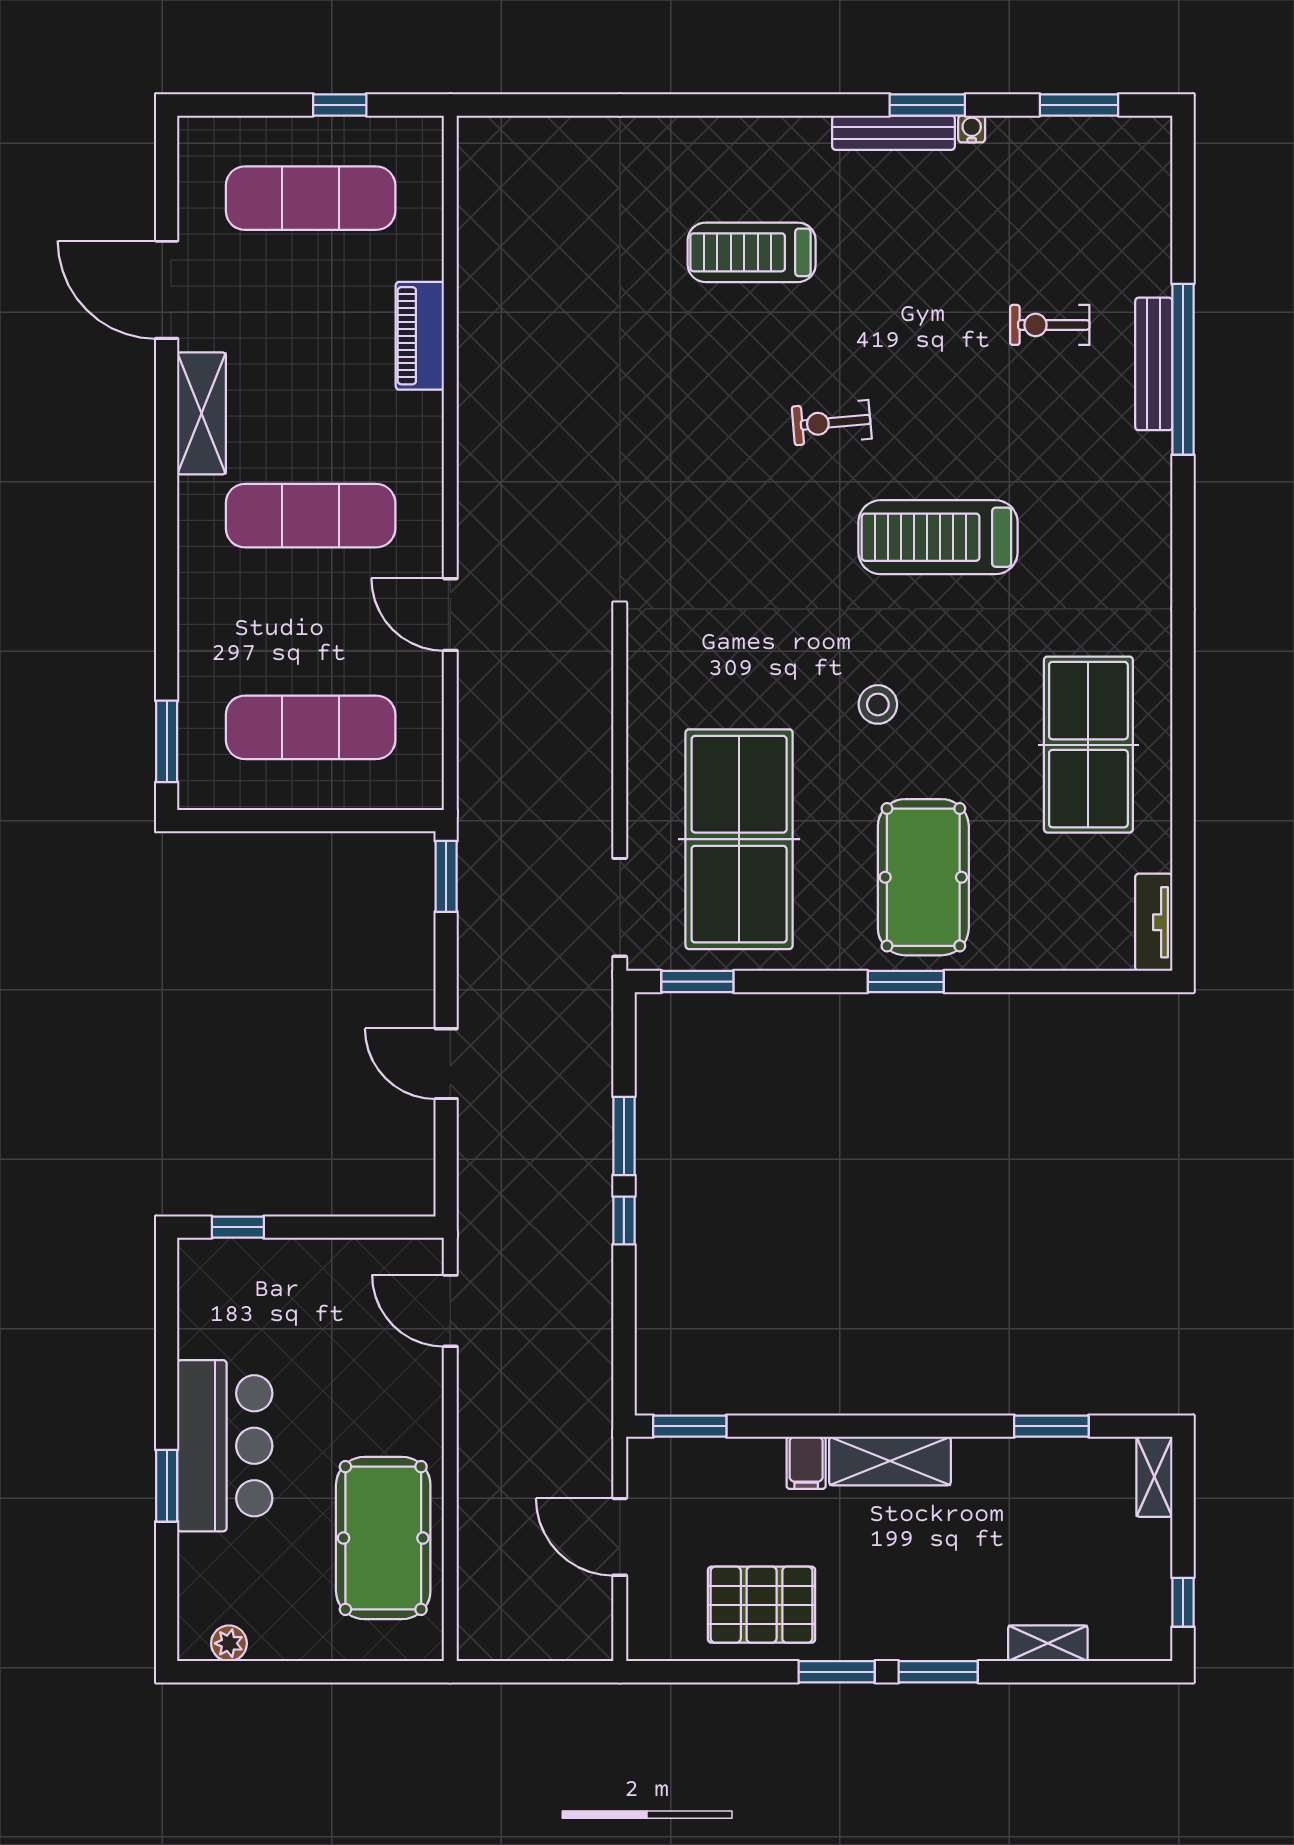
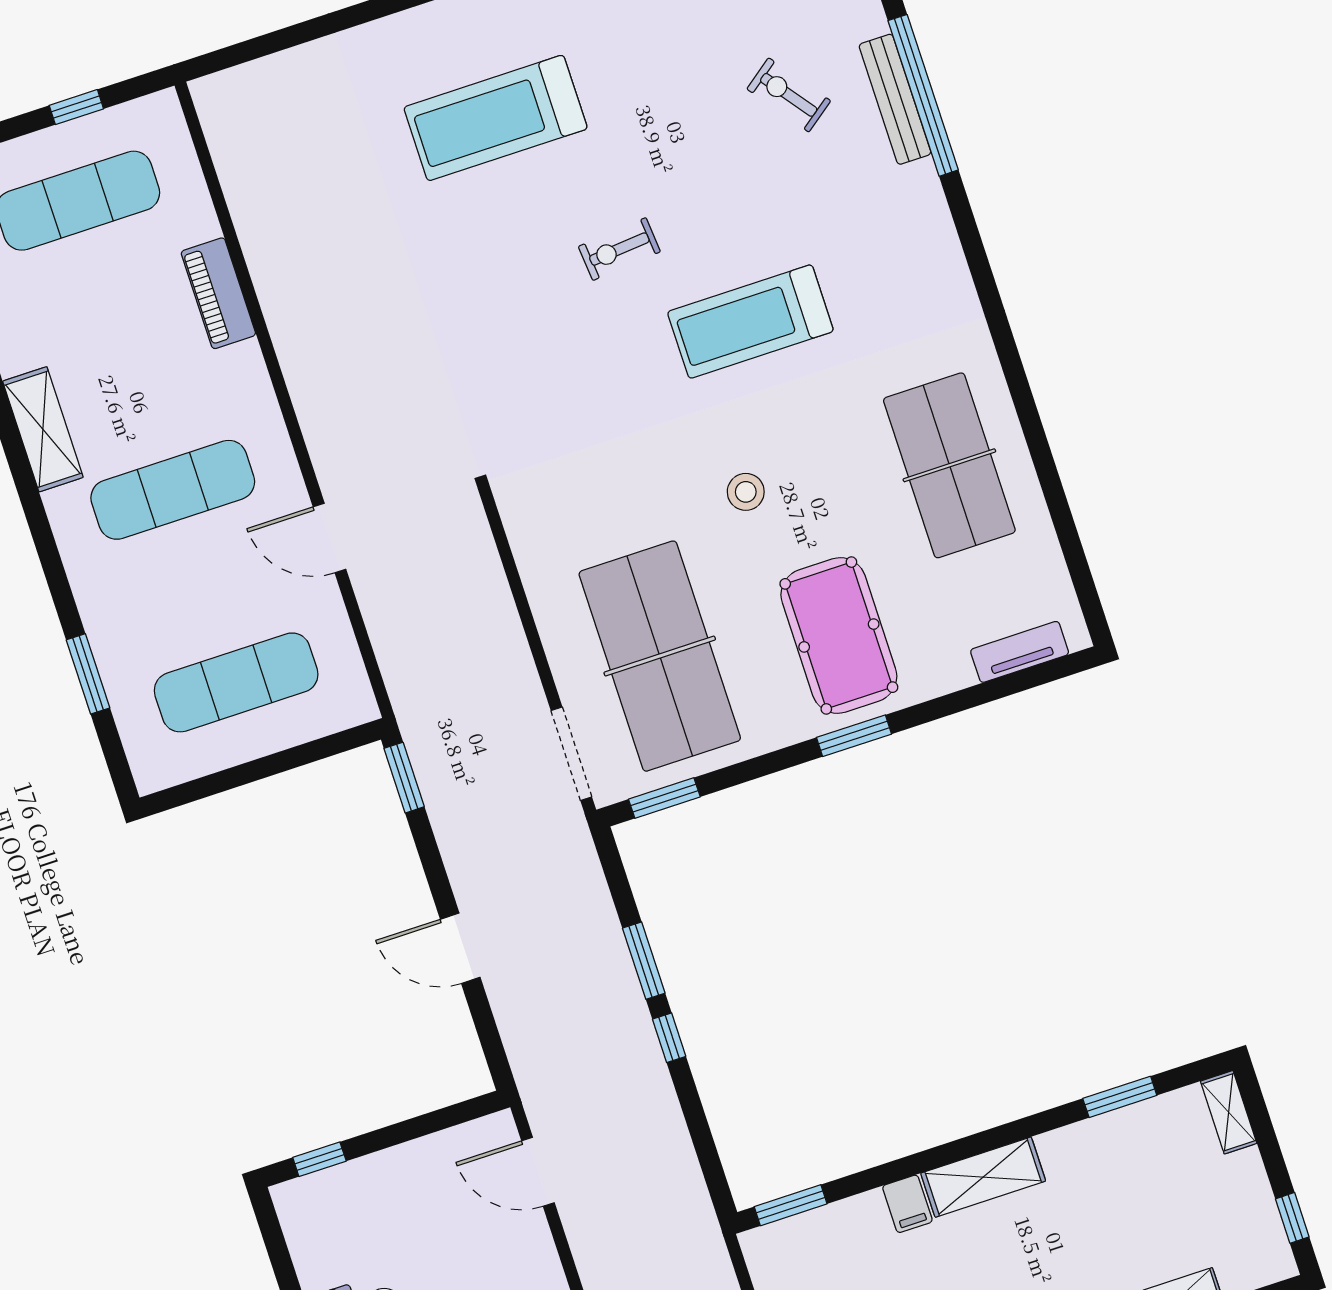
treadmill: (752, 252) -> (496, 118), width x1.37, depth x1.38
exercise bike: (1050, 325) -> (789, 95), turned 53
window: (167, 741) -> (88, 674), moved
tv unit: (1154, 922) -> (1020, 652), moved, turned 90

